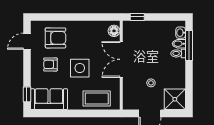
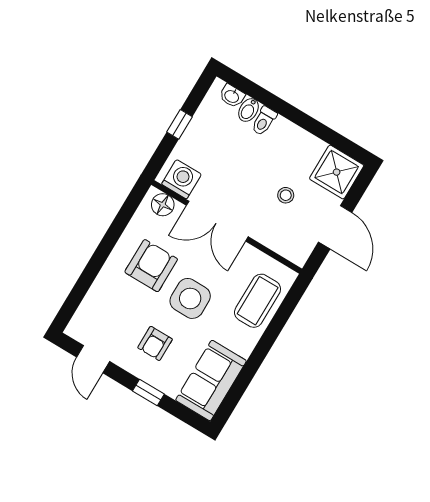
window: (137, 17) -> (179, 124), moved
washing machine: (130, 32) -> (182, 179), added
armchair: (55, 38) -> (151, 266), moved
window: (189, 45) -> (261, 95), removed
window: (27, 94) -> (148, 392), moved

